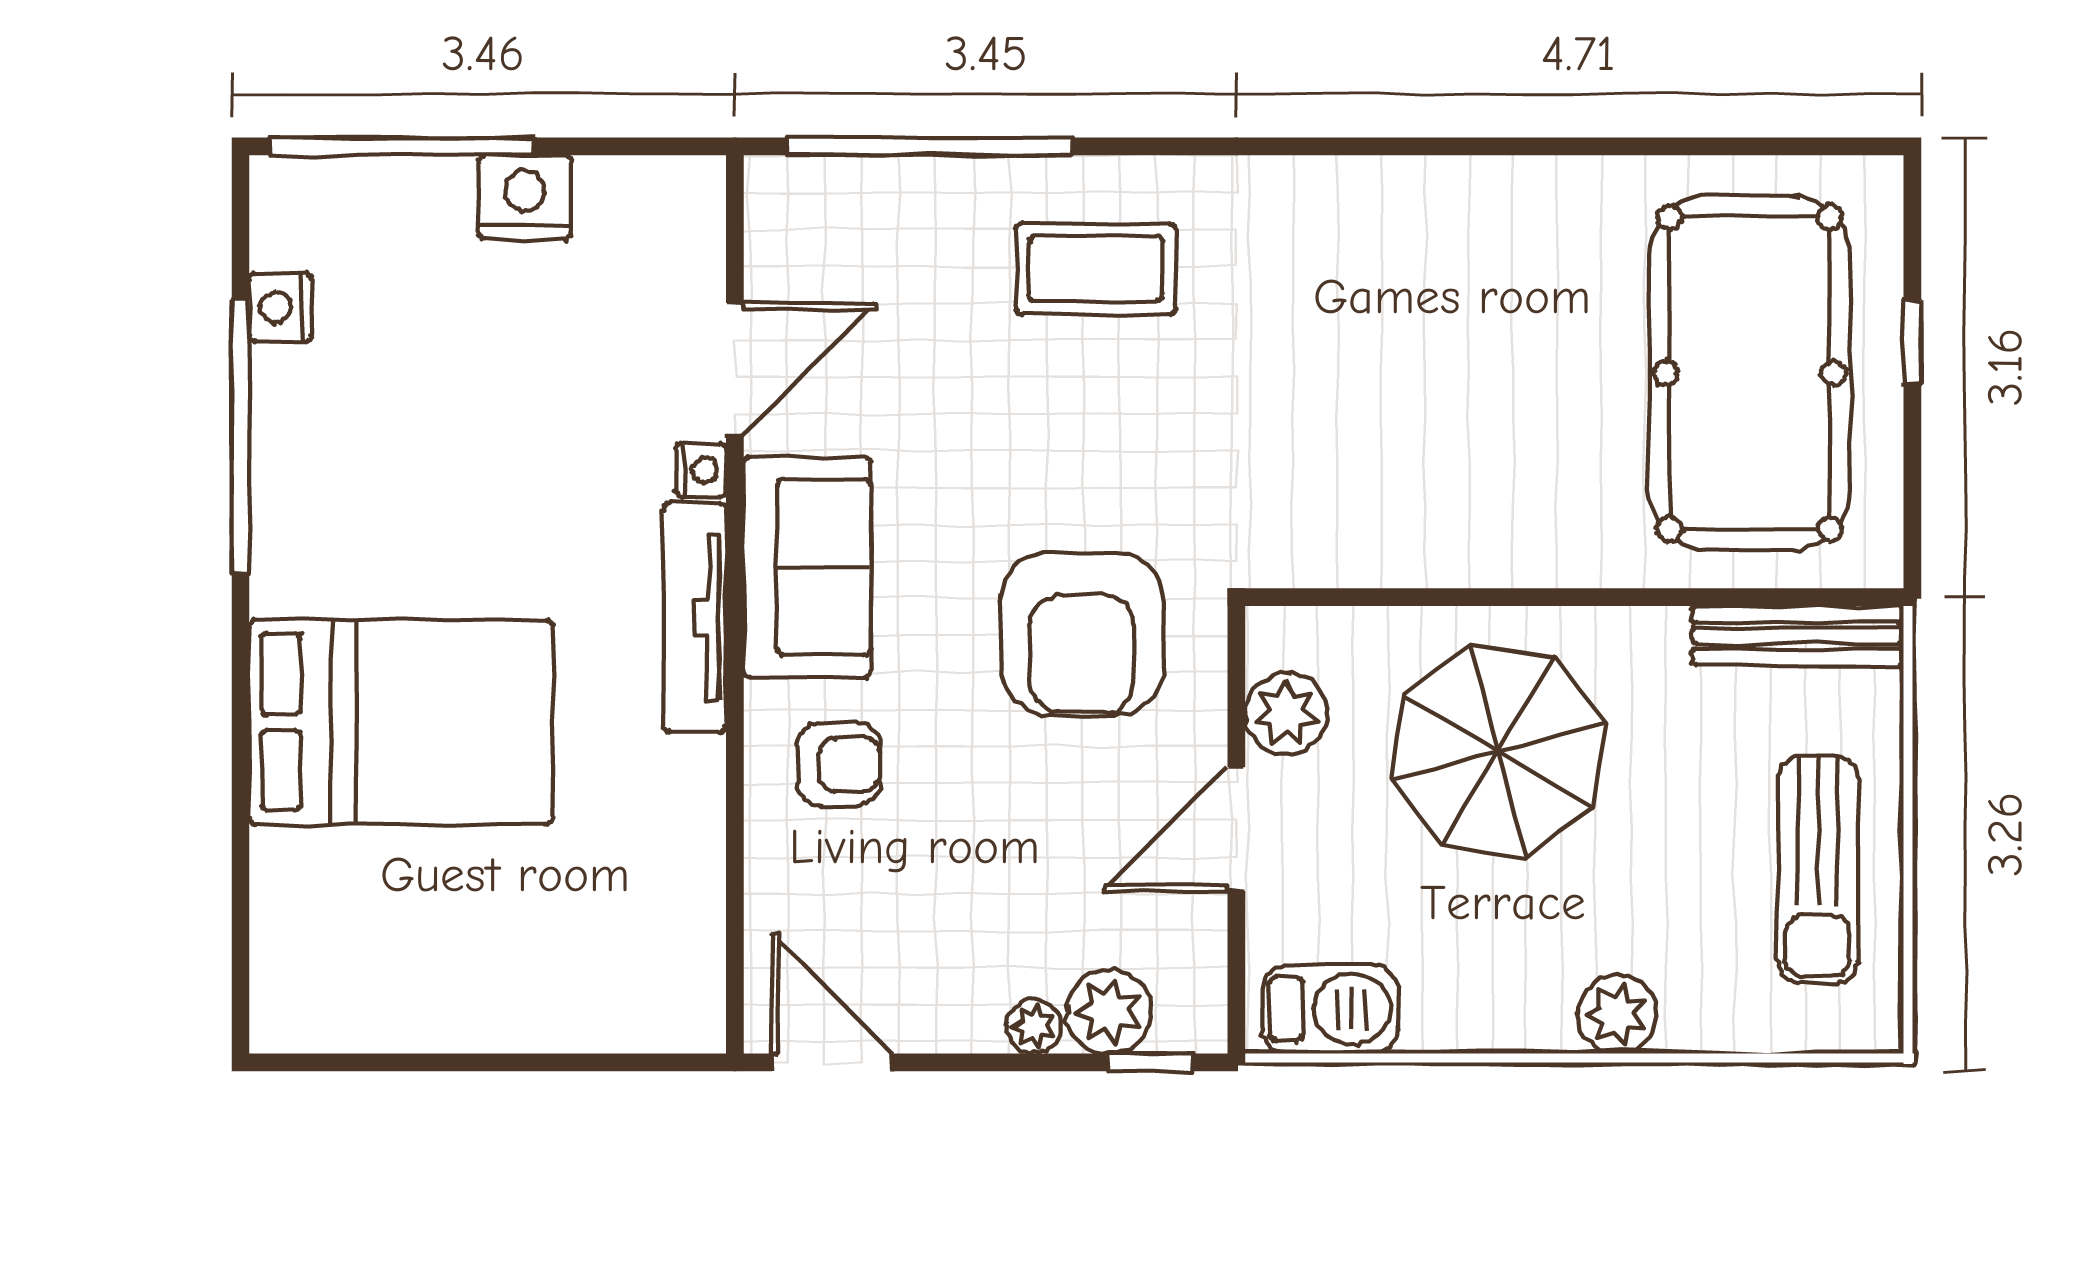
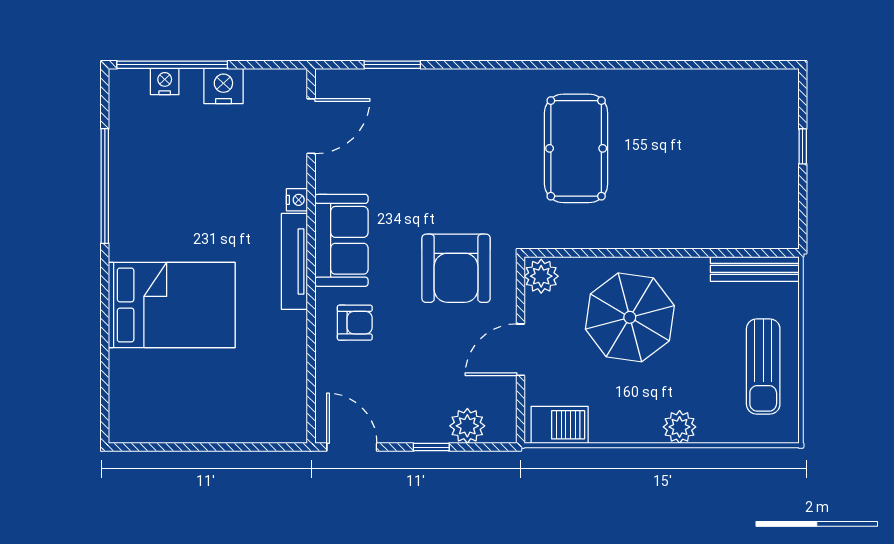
window: (929, 146) -> (392, 65), width x0.47
coffee table: (1096, 269) -> (462, 116), removed
nightstand: (281, 307) -> (165, 82), moved, turned 90
door: (735, 369) -> (311, 126), moved
pool table: (1750, 373) -> (576, 148), moved, width x0.73, depth x0.76
plant: (1286, 714) -> (541, 276), moved
plant: (1034, 1026) -> (436, 432), removed
window: (1150, 1062) -> (431, 447), moved

